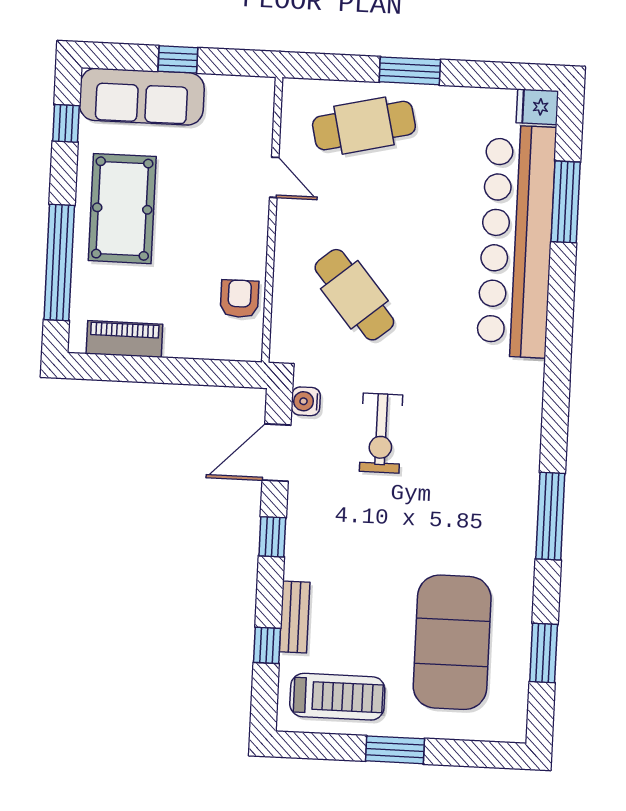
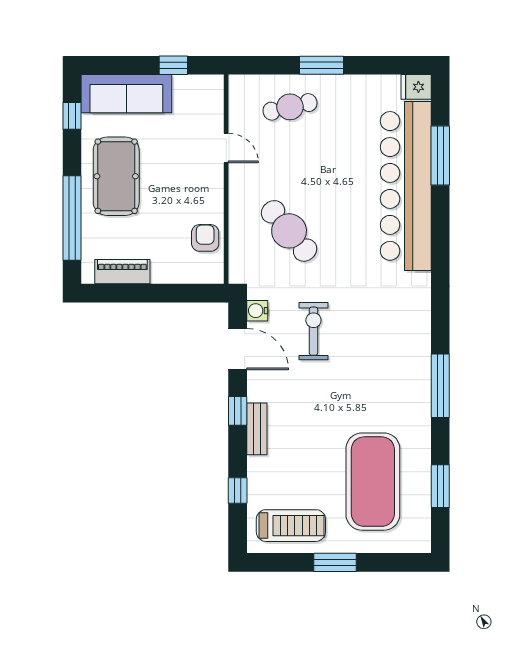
window: (178, 59) -> (173, 65), moved
cafe table: (364, 126) -> (290, 107), width x0.73, depth x0.74
exercise bike: (381, 433) -> (313, 331), turned 180
door: (276, 453) -> (238, 349), swing flipped
bench: (295, 617) -> (257, 429), moved

